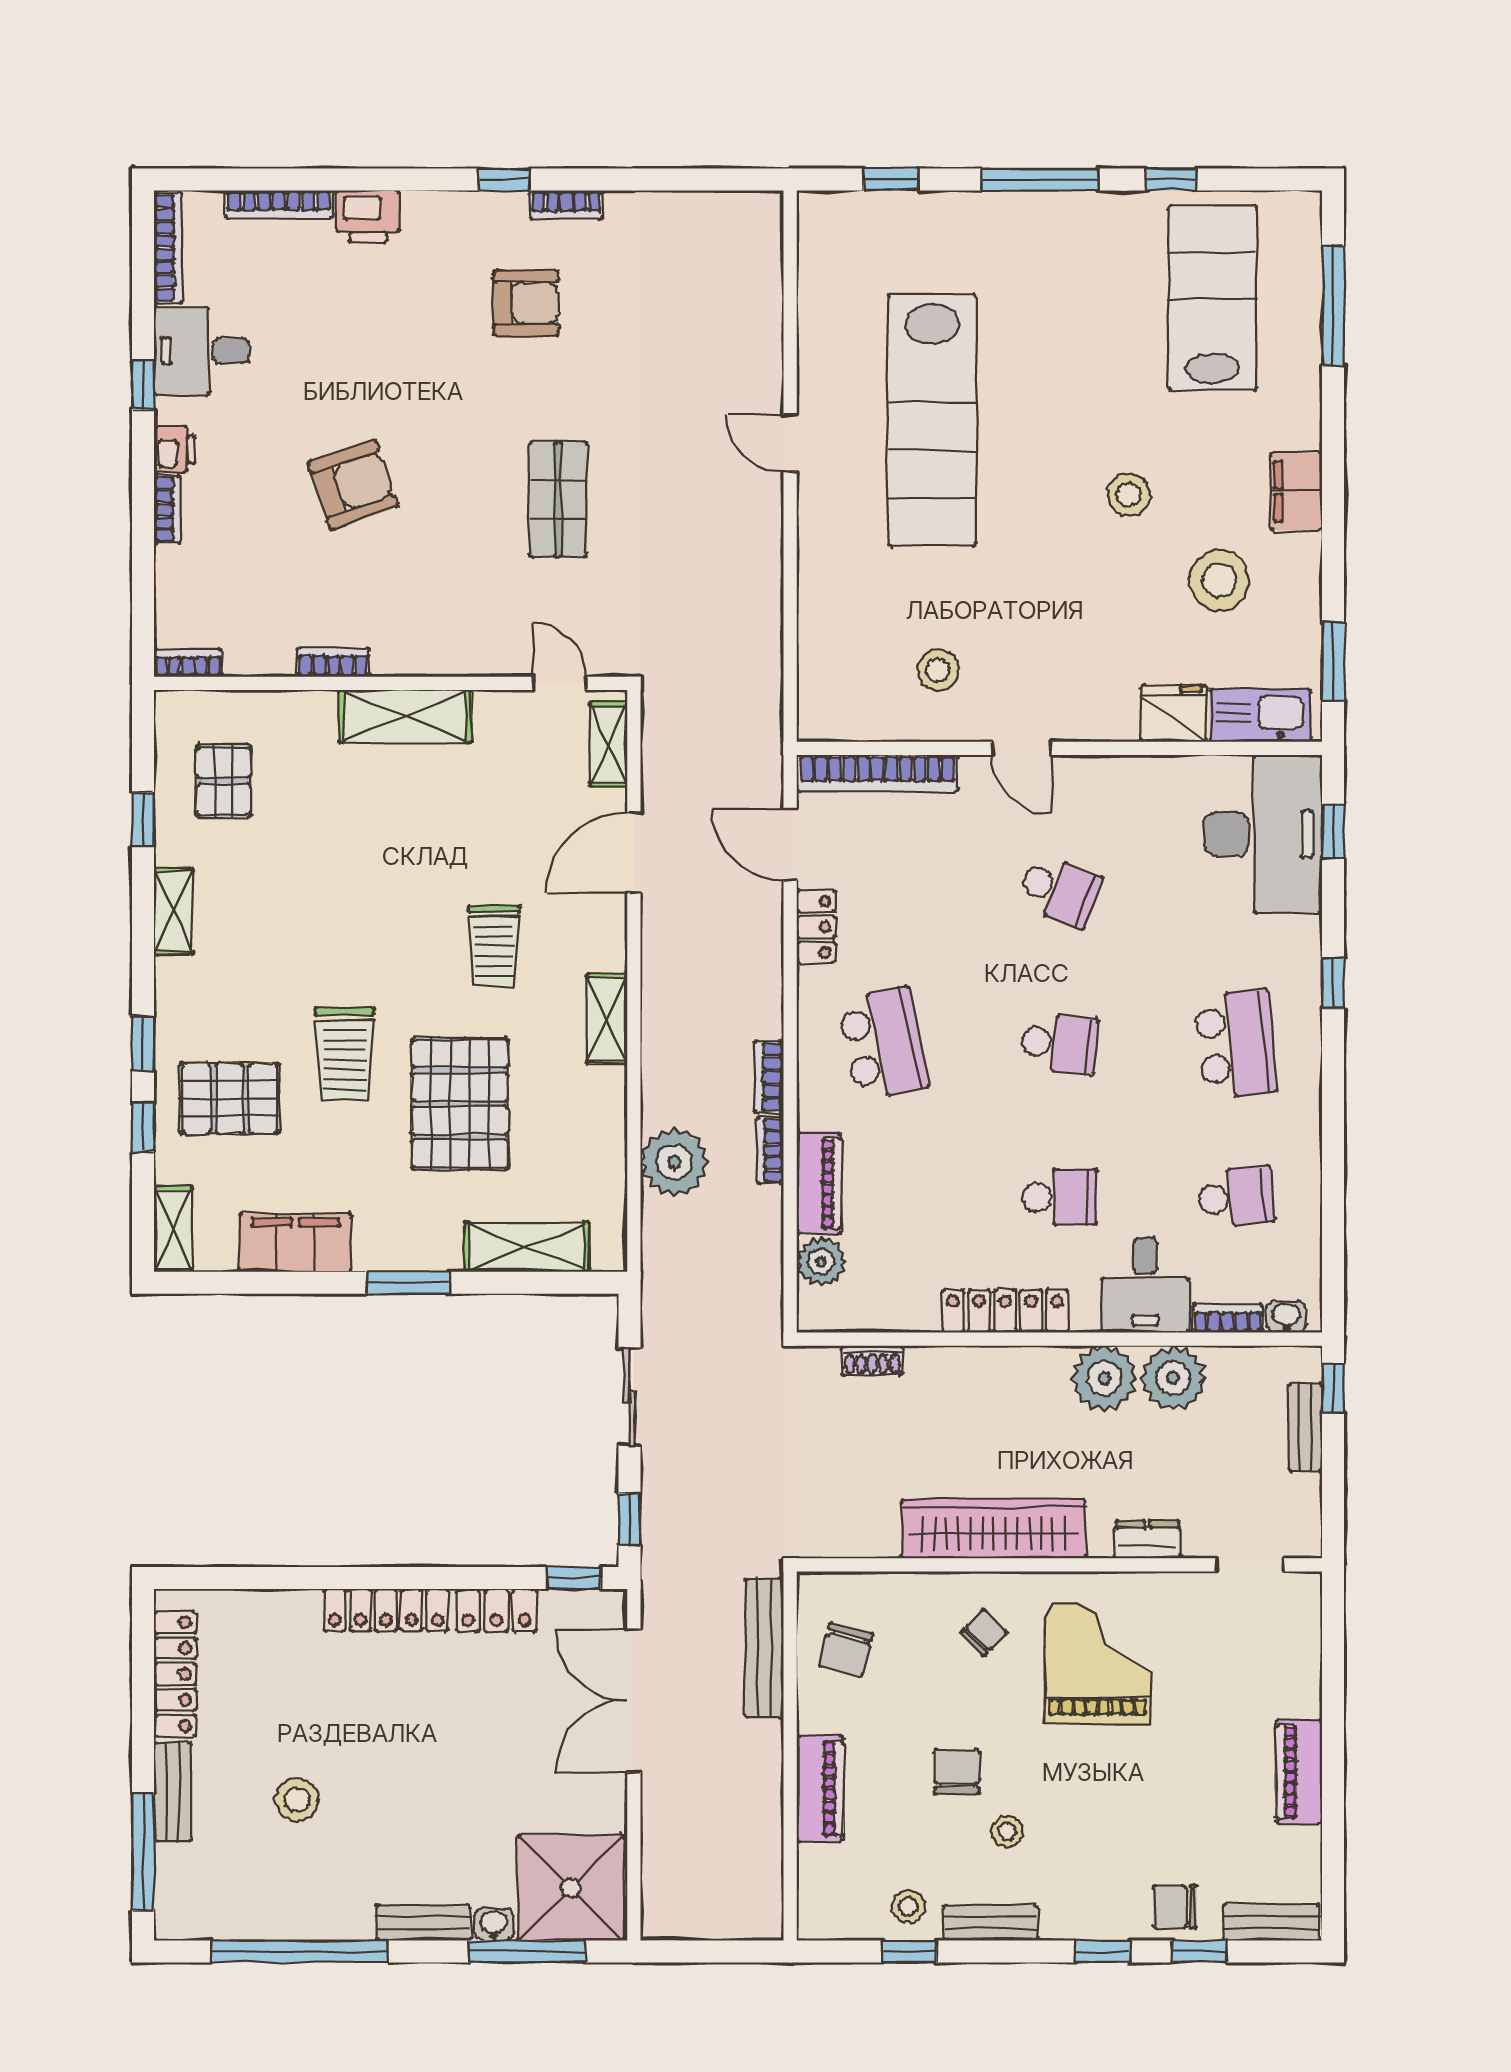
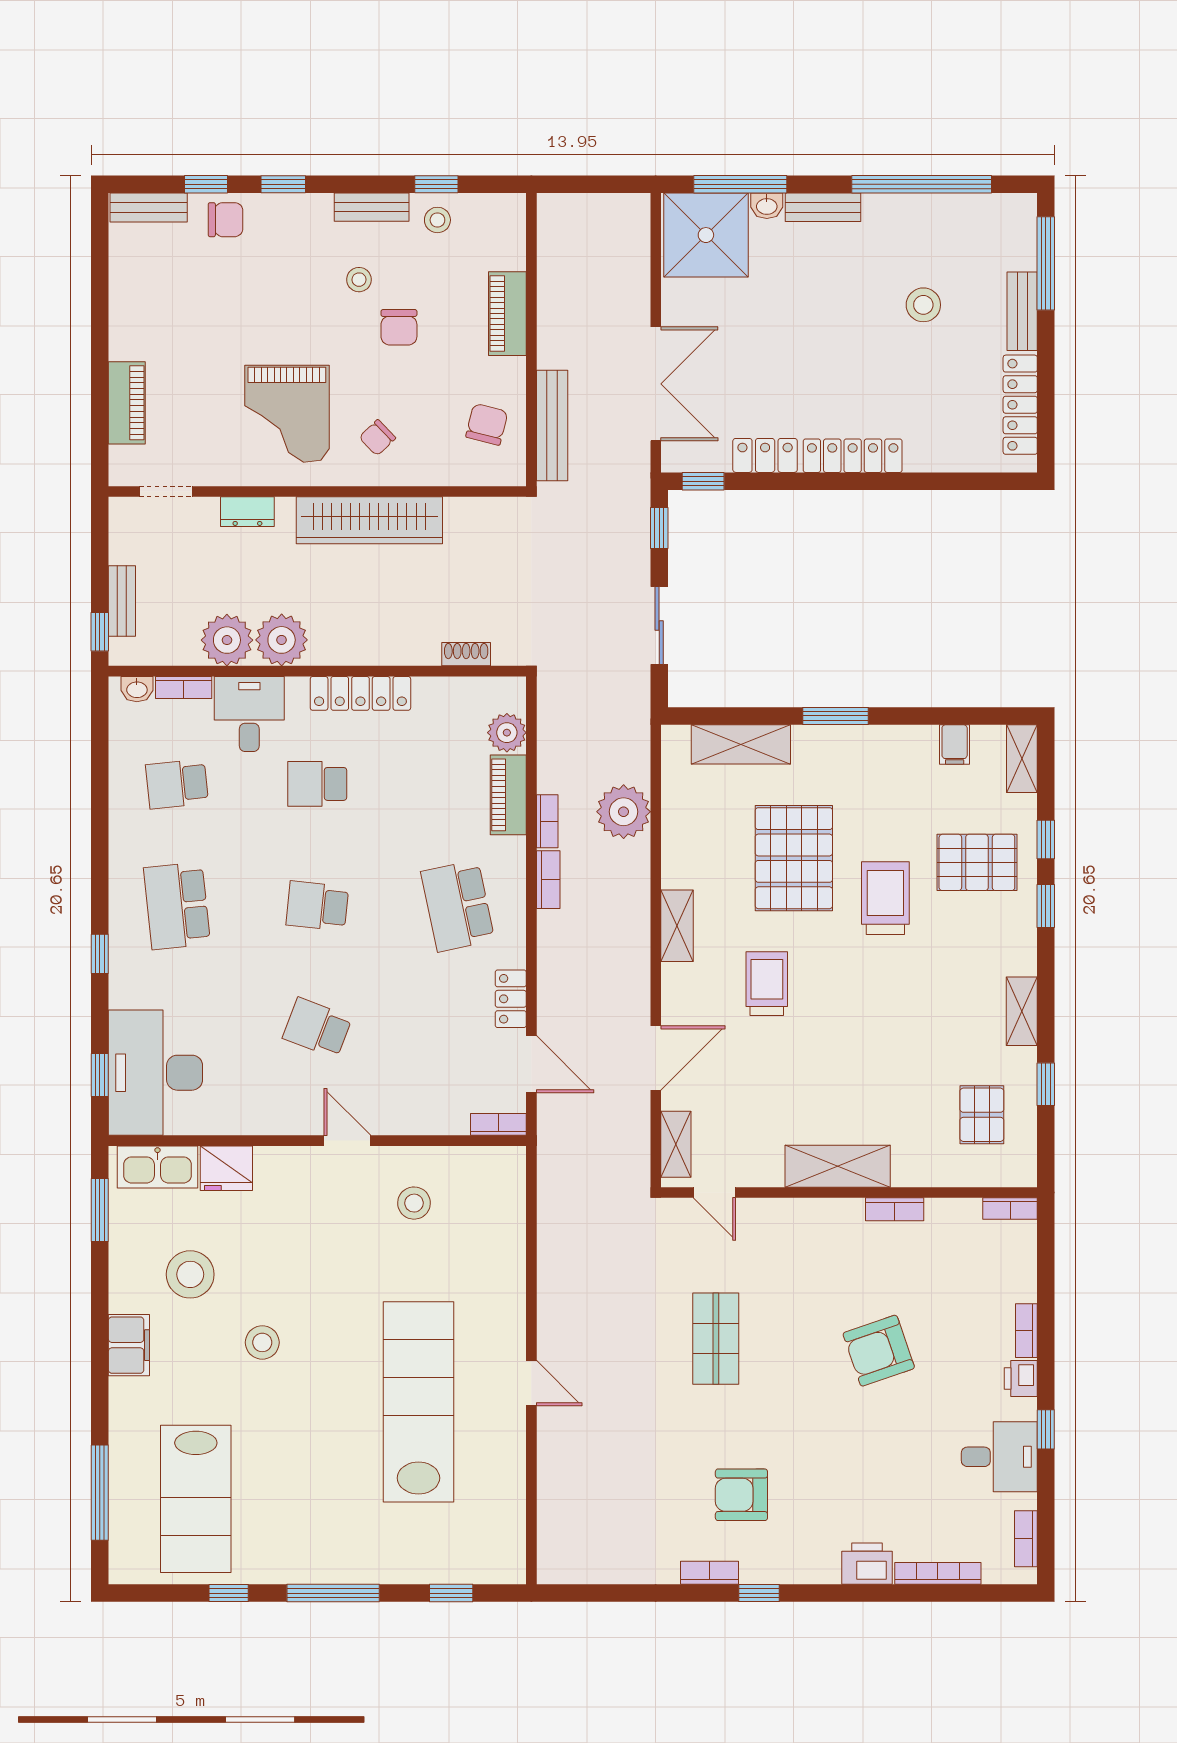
bookcase: (168, 248) -> (1026, 1539), width x0.64
bookcase: (877, 773) -> (498, 1124), width x0.43, depth x0.76
filing cabinet: (295, 1243) -> (955, 744), width x0.33, depth x0.86
piano: (1299, 1772) -> (127, 403), moved

